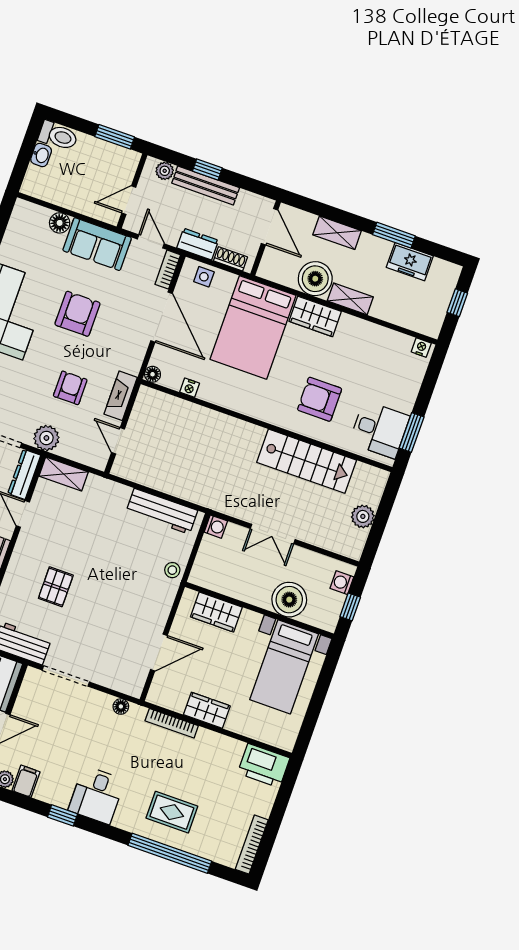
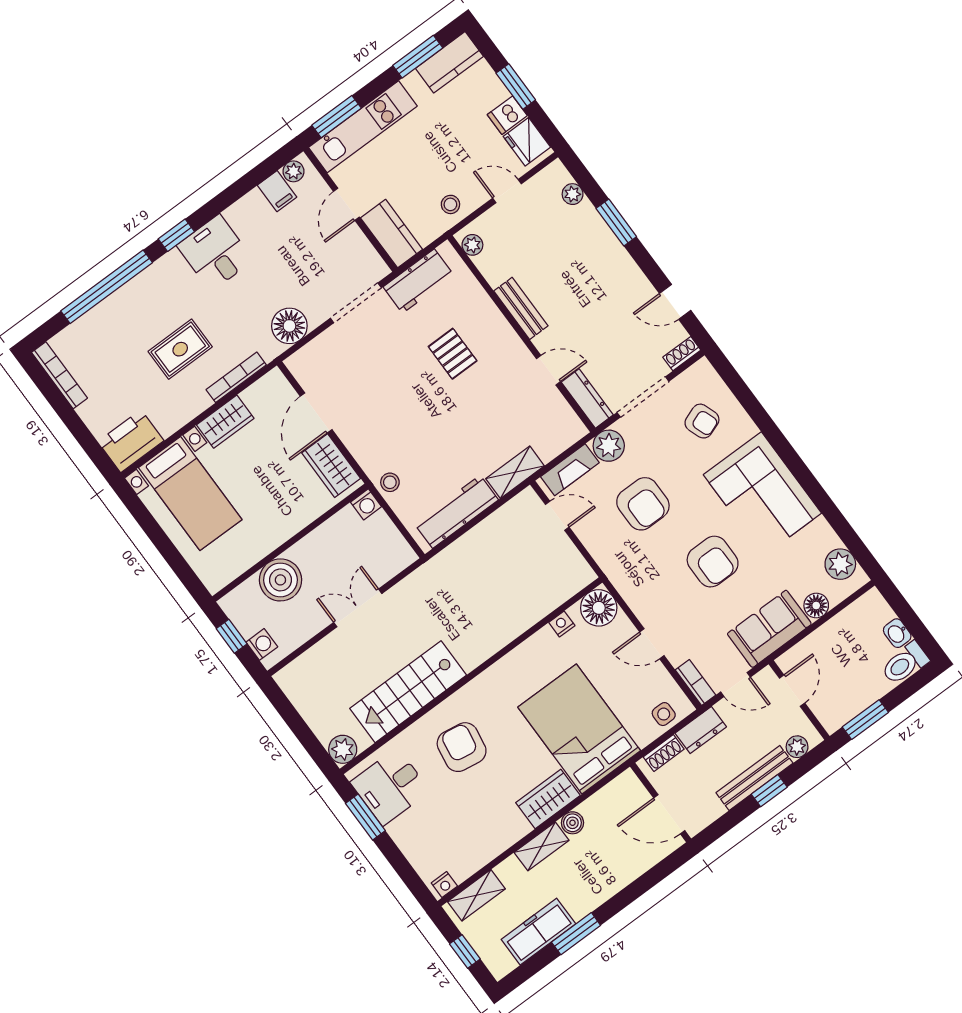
plant: (20, 226) -> (840, 564), added
shelving: (337, 233) -> (476, 895), moved
freezer: (410, 262) -> (538, 932), width x1.40
boiler: (315, 279) -> (572, 823), width x0.54, depth x0.54
door: (161, 317) -> (652, 644), width x0.53
floor lamp: (153, 374) -> (599, 608), width x1.89, depth x1.89
armchair: (70, 388) -> (643, 504), width x1.38, depth x1.38
fireplace: (121, 396) -> (570, 470), moved, turned 90
armchair: (320, 399) -> (462, 747), turned -81
shelving: (64, 474) -> (515, 472), moved
plant: (363, 516) -> (343, 749), moved
washing machine: (216, 527) -> (366, 504), moved, turned -90
wardrobe: (216, 612) -> (331, 466), moved, turned -90
bed with nightstands: (284, 667) -> (190, 494), moved, turned 180
floor lamp: (121, 706) -> (289, 326), width x1.89, depth x1.89
rug: (172, 812) -> (180, 349), moved
window: (63, 815) -> (176, 235), moved

